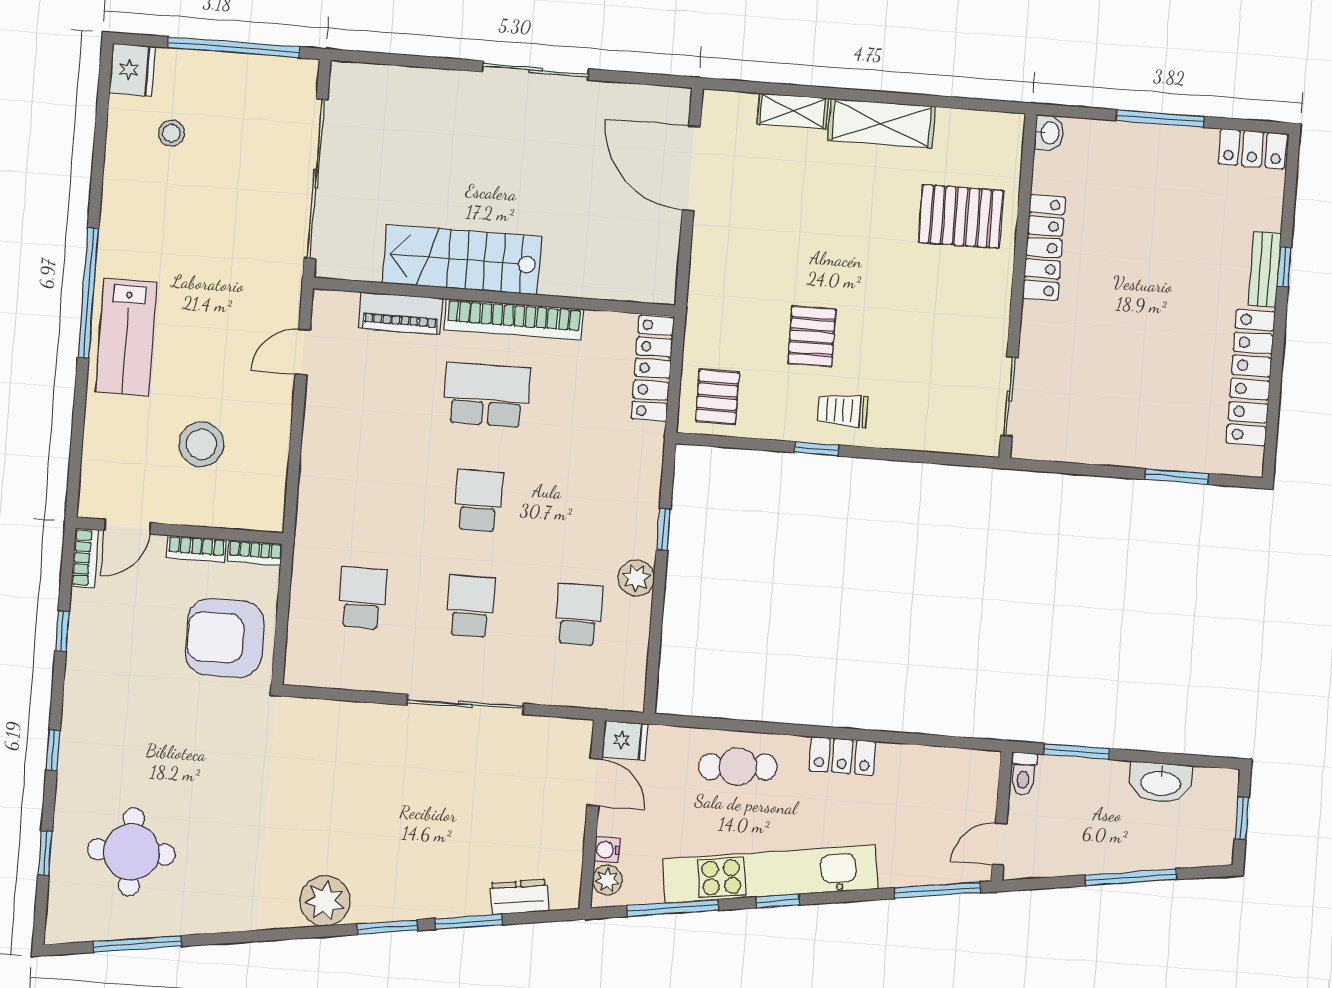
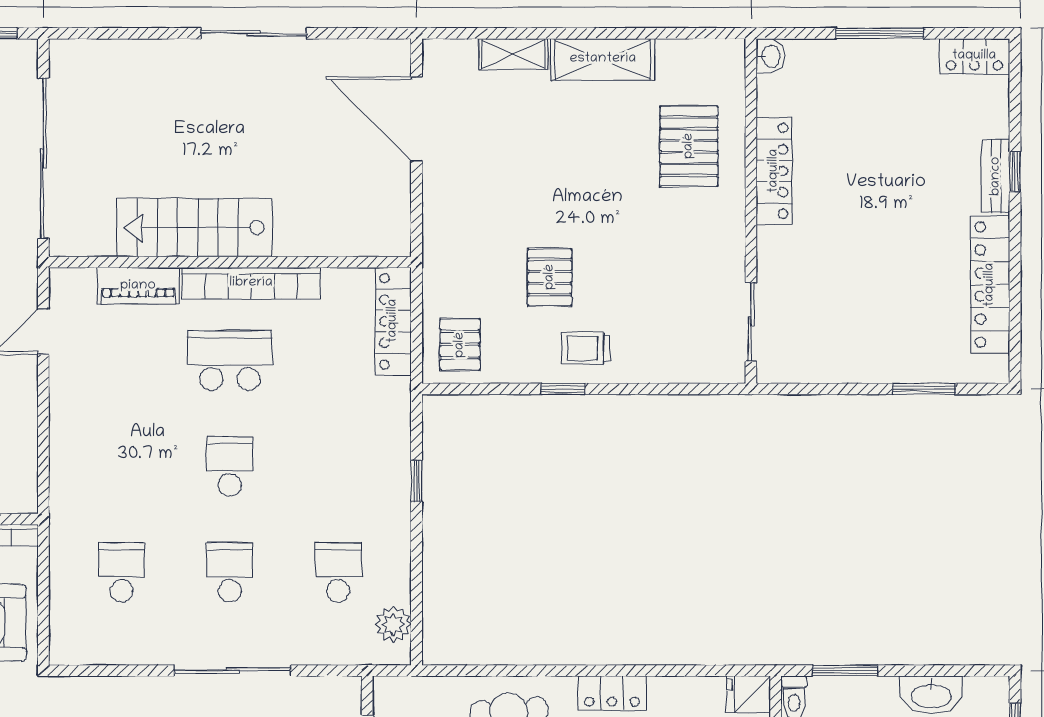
pallet: (961, 216) -> (689, 146), turned 90
plant: (636, 578) -> (393, 625), moved
fridge: (625, 740) -> (748, 694), moved, turned 180

